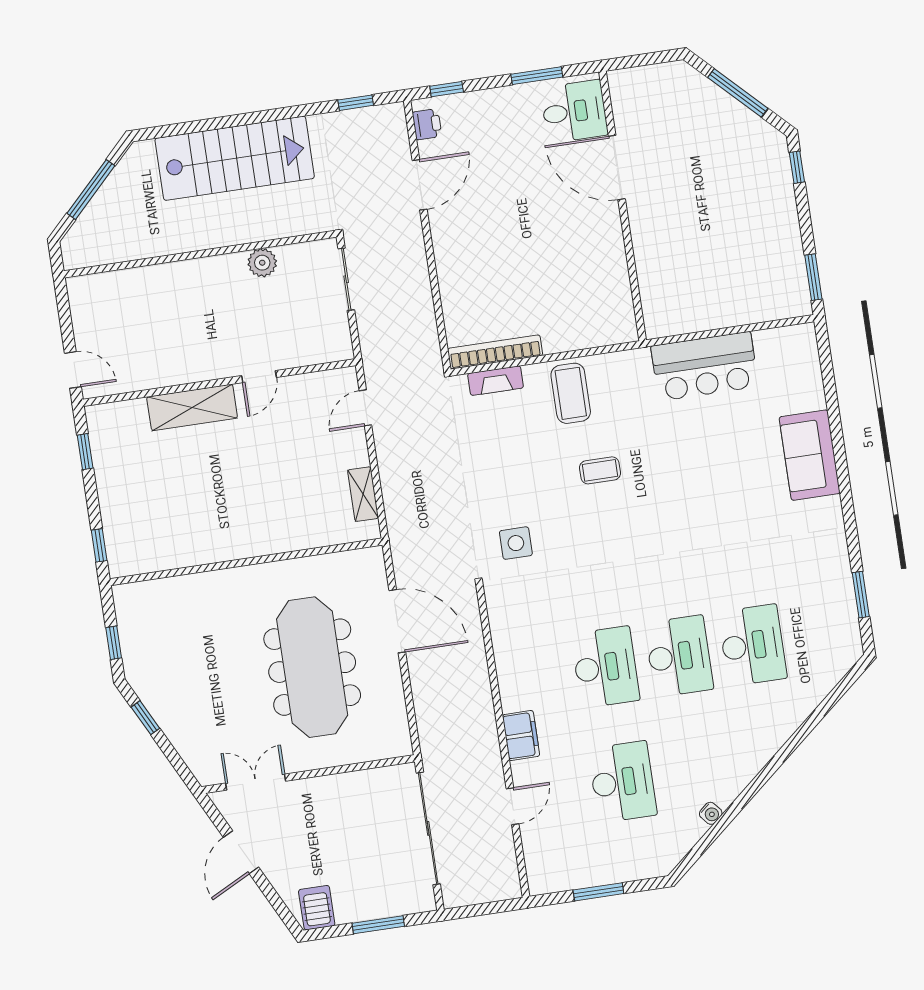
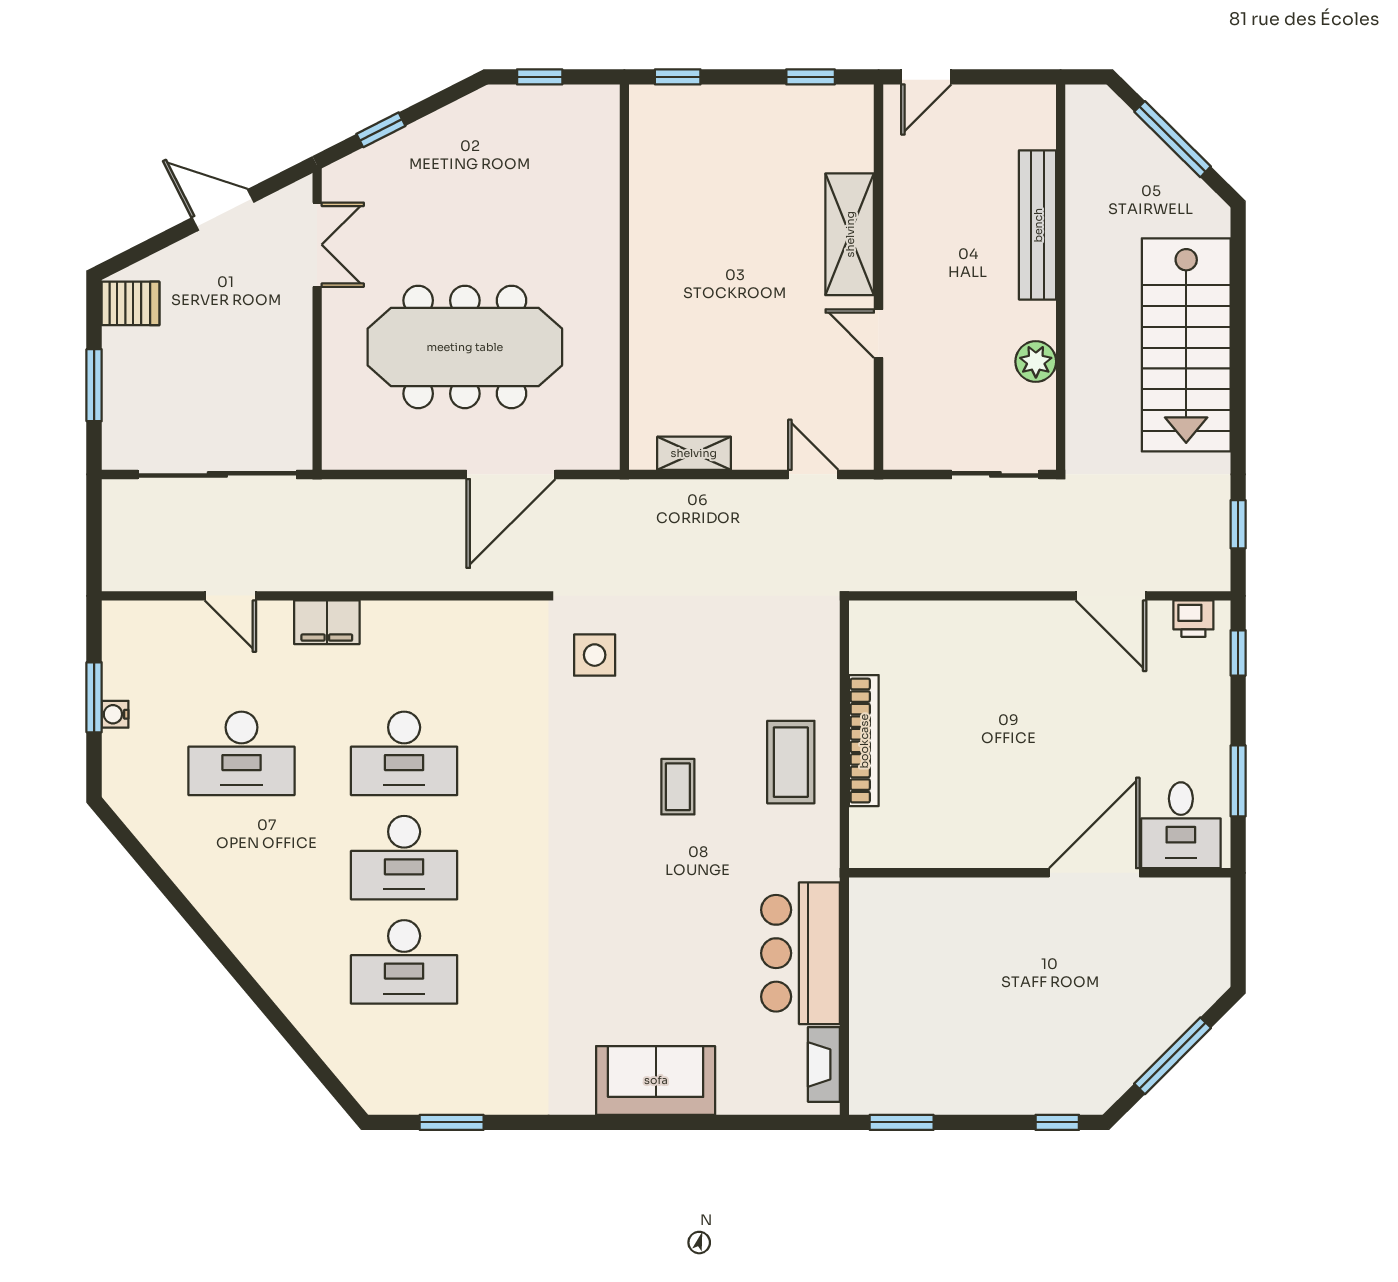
bench: (166, 276) -> (1038, 225), added
bookcase: (495, 352) -> (864, 741), moved
fireplace: (496, 381) -> (824, 1064), moved
coffee table: (571, 393) -> (791, 762), turned 90
window: (145, 718) -> (381, 130), moved
water cooler: (711, 813) -> (115, 714), moved, turned 40

